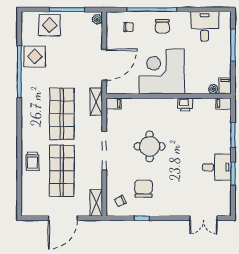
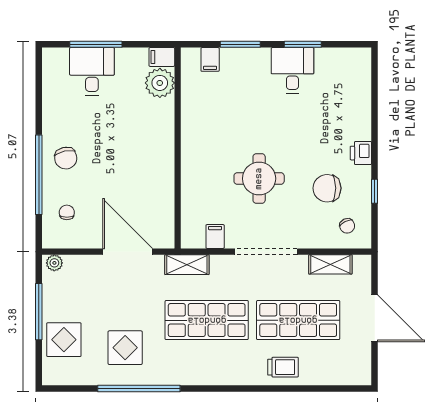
chair: (162, 26) -> (66, 158), turned 78
desk: (205, 26) -> (92, 71), moved, turned 90
display table: (35, 56) -> (125, 348), moved
corner desk: (162, 71) -> (138, 159), removed
plant: (213, 89) -> (160, 83), width x1.88, depth x1.88
filing cabinet: (114, 103) -> (215, 236), moved
filing cabinet: (224, 103) -> (210, 59), moved
printer: (185, 104) -> (361, 153), moved, turned 180
shelving: (96, 203) -> (330, 264), moved
double door: (203, 218) -> (375, 92), removed

